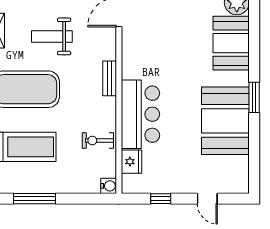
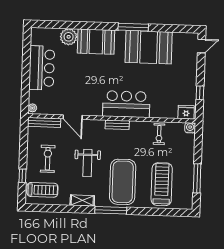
window: (254, 97) -> (133, 27), width x1.44
bar counter: (140, 114) -> (126, 104), moved
fridge: (131, 162) -> (186, 112), moved
door: (207, 199) -> (201, 46), moved

